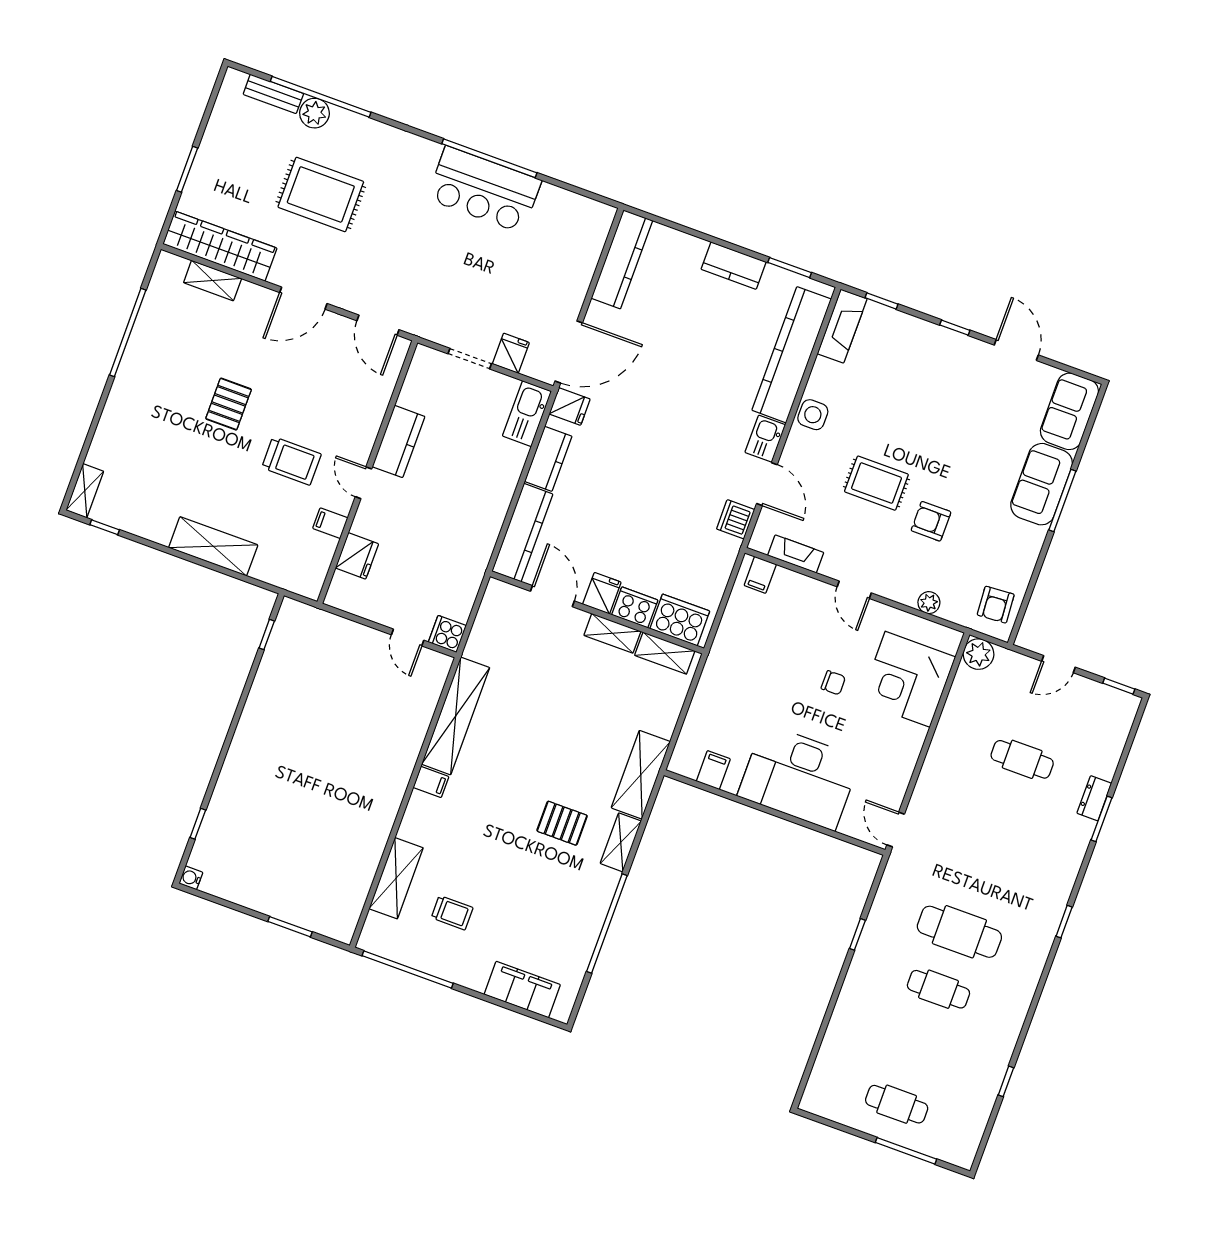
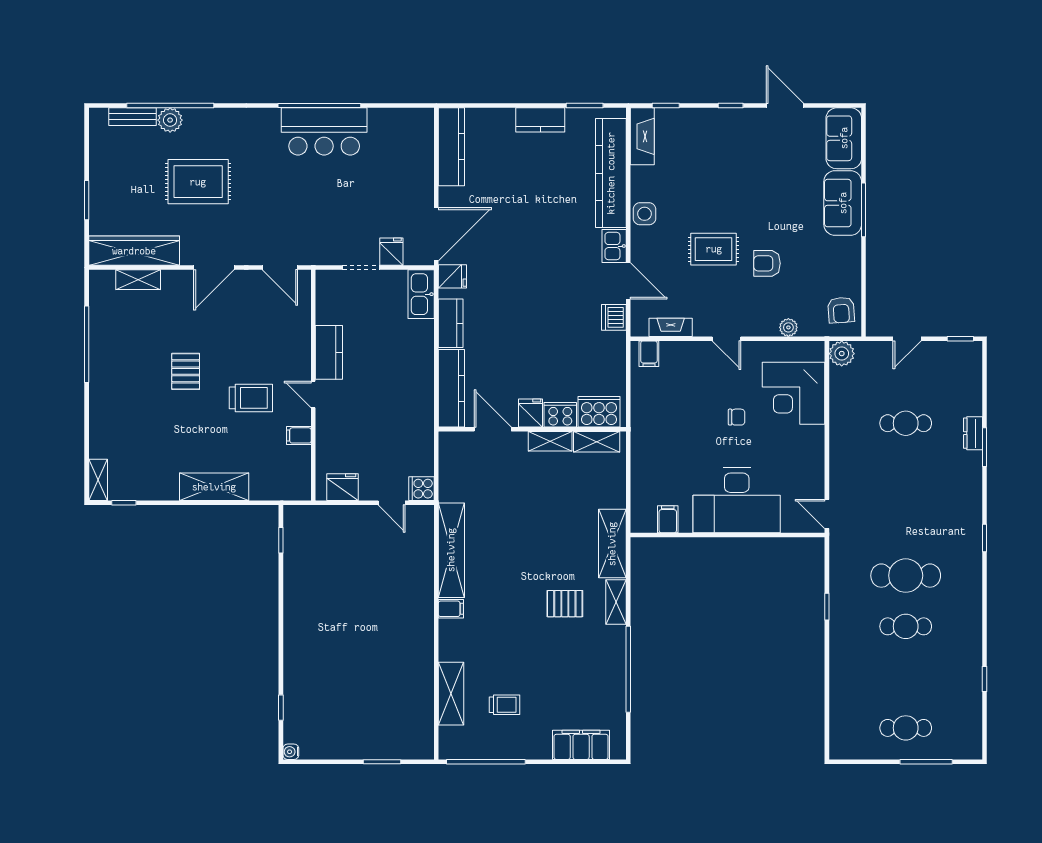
fridge: (357, 556) -> (343, 487), moved, turned -90

